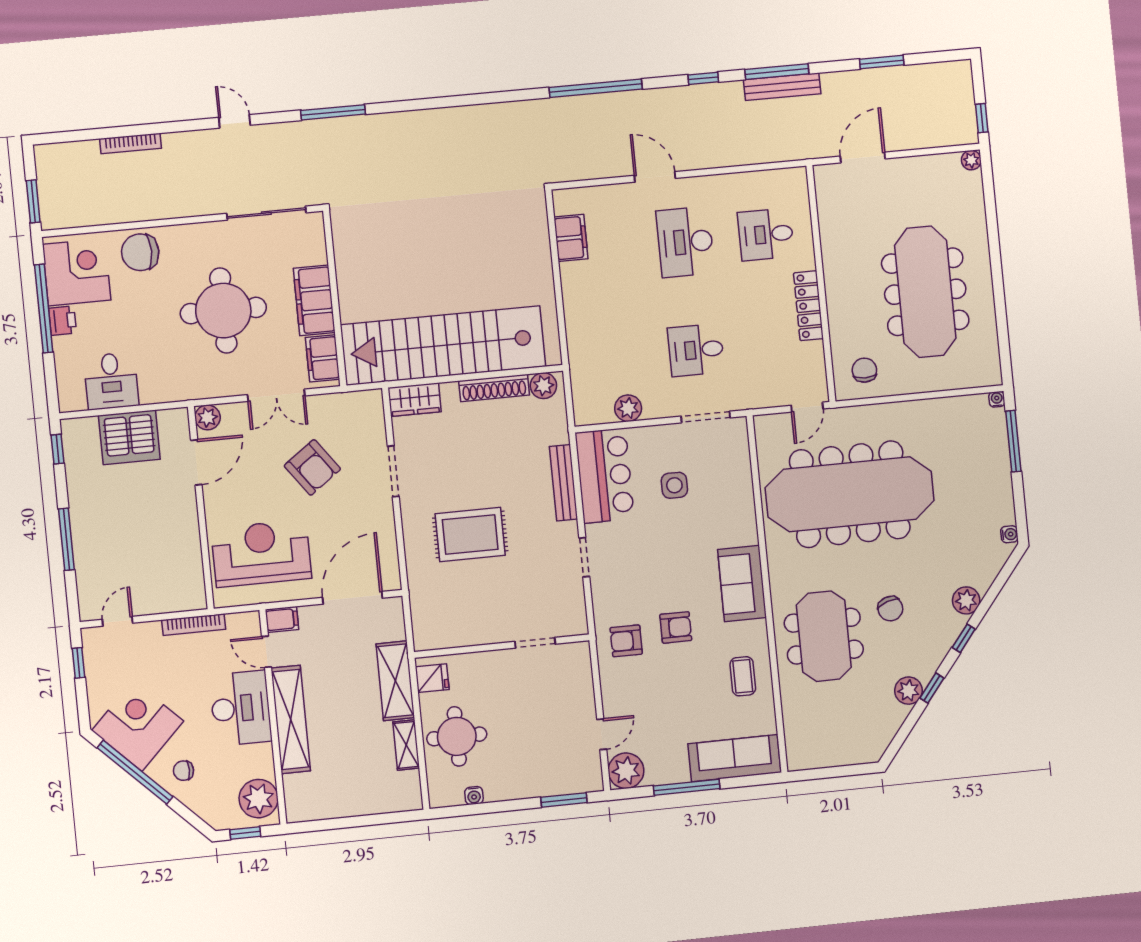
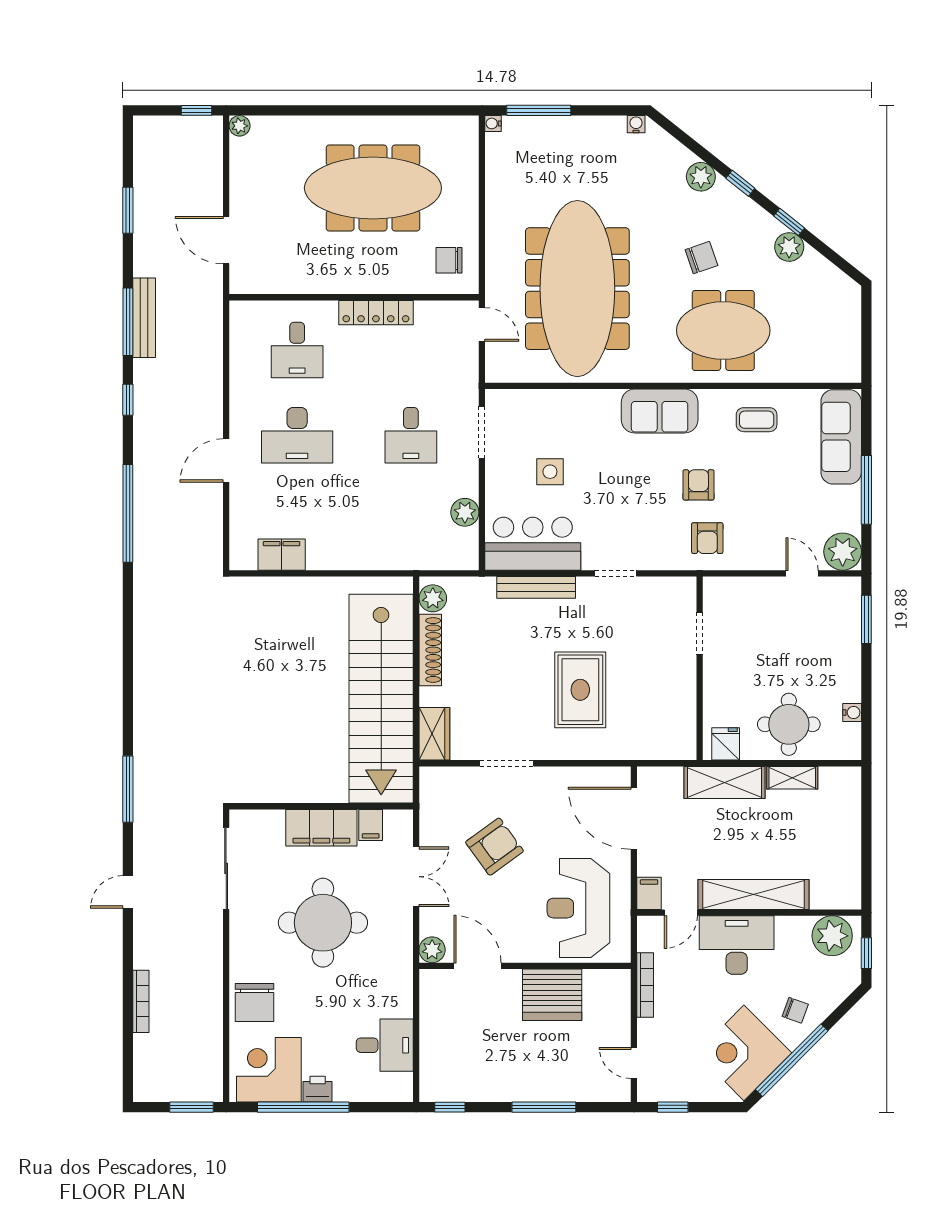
filing cabinet: (323, 358) -> (371, 825), width x0.50
server rack: (129, 437) -> (552, 995), moved, turned 90
chair: (183, 771) -> (795, 1010), turned -70

